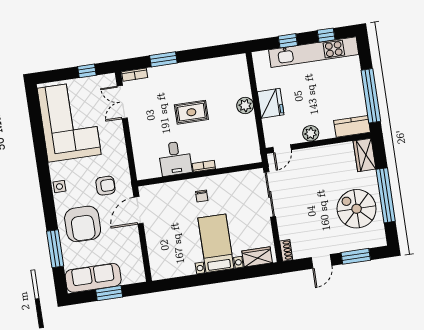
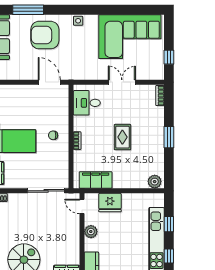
window: (163, 59) -> (169, 137), moved
double door: (122, 102) -> (122, 82), moved
fridge: (271, 103) -> (110, 203), moved
plant: (245, 106) -> (155, 182), moved
filing cabinet: (248, 137) -> (96, 180), added
desk: (175, 158) -> (87, 103), moved
armchair: (105, 186) -> (73, 58), removed

